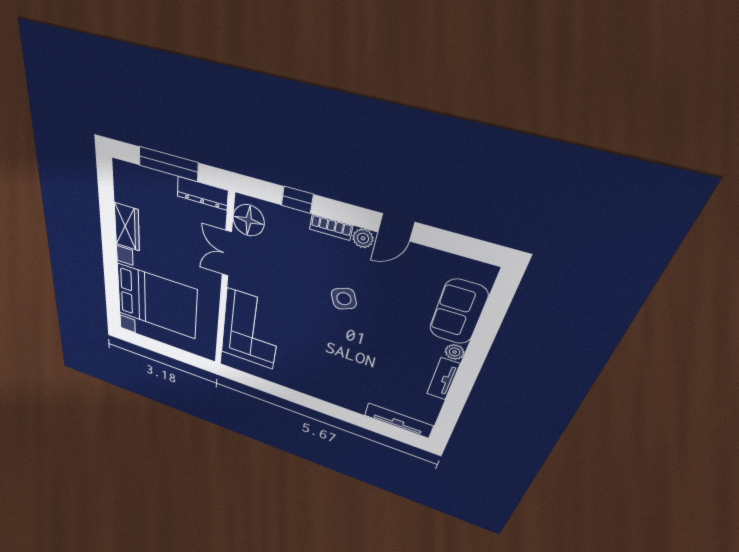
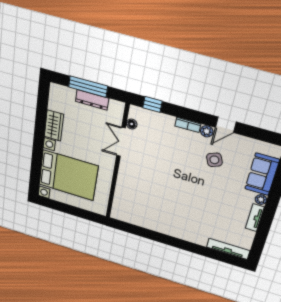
dresser: (202, 193) -> (92, 100), moved
window: (297, 200) -> (153, 104), moved
floor lamp: (249, 220) -> (132, 124), width x0.53, depth x0.53
side table: (344, 299) -> (214, 160), moved
corner sofa: (250, 329) -> (133, 192), removed

